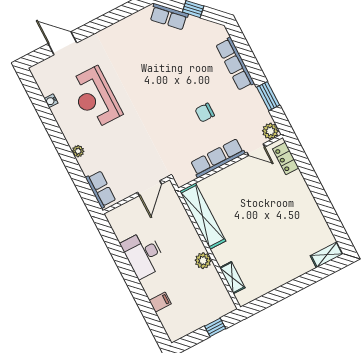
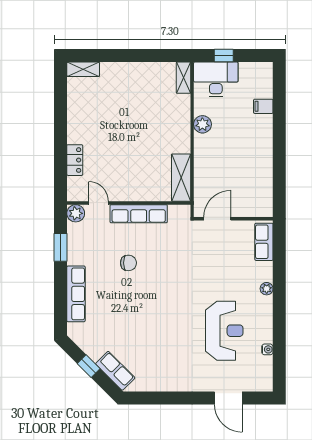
locker: (286, 158) -> (75, 160), moved
shelving: (203, 216) -> (181, 178), width x0.68
desk: (143, 254) -> (216, 79), moved, turned -90
shelving: (232, 278) -> (183, 78), moved

